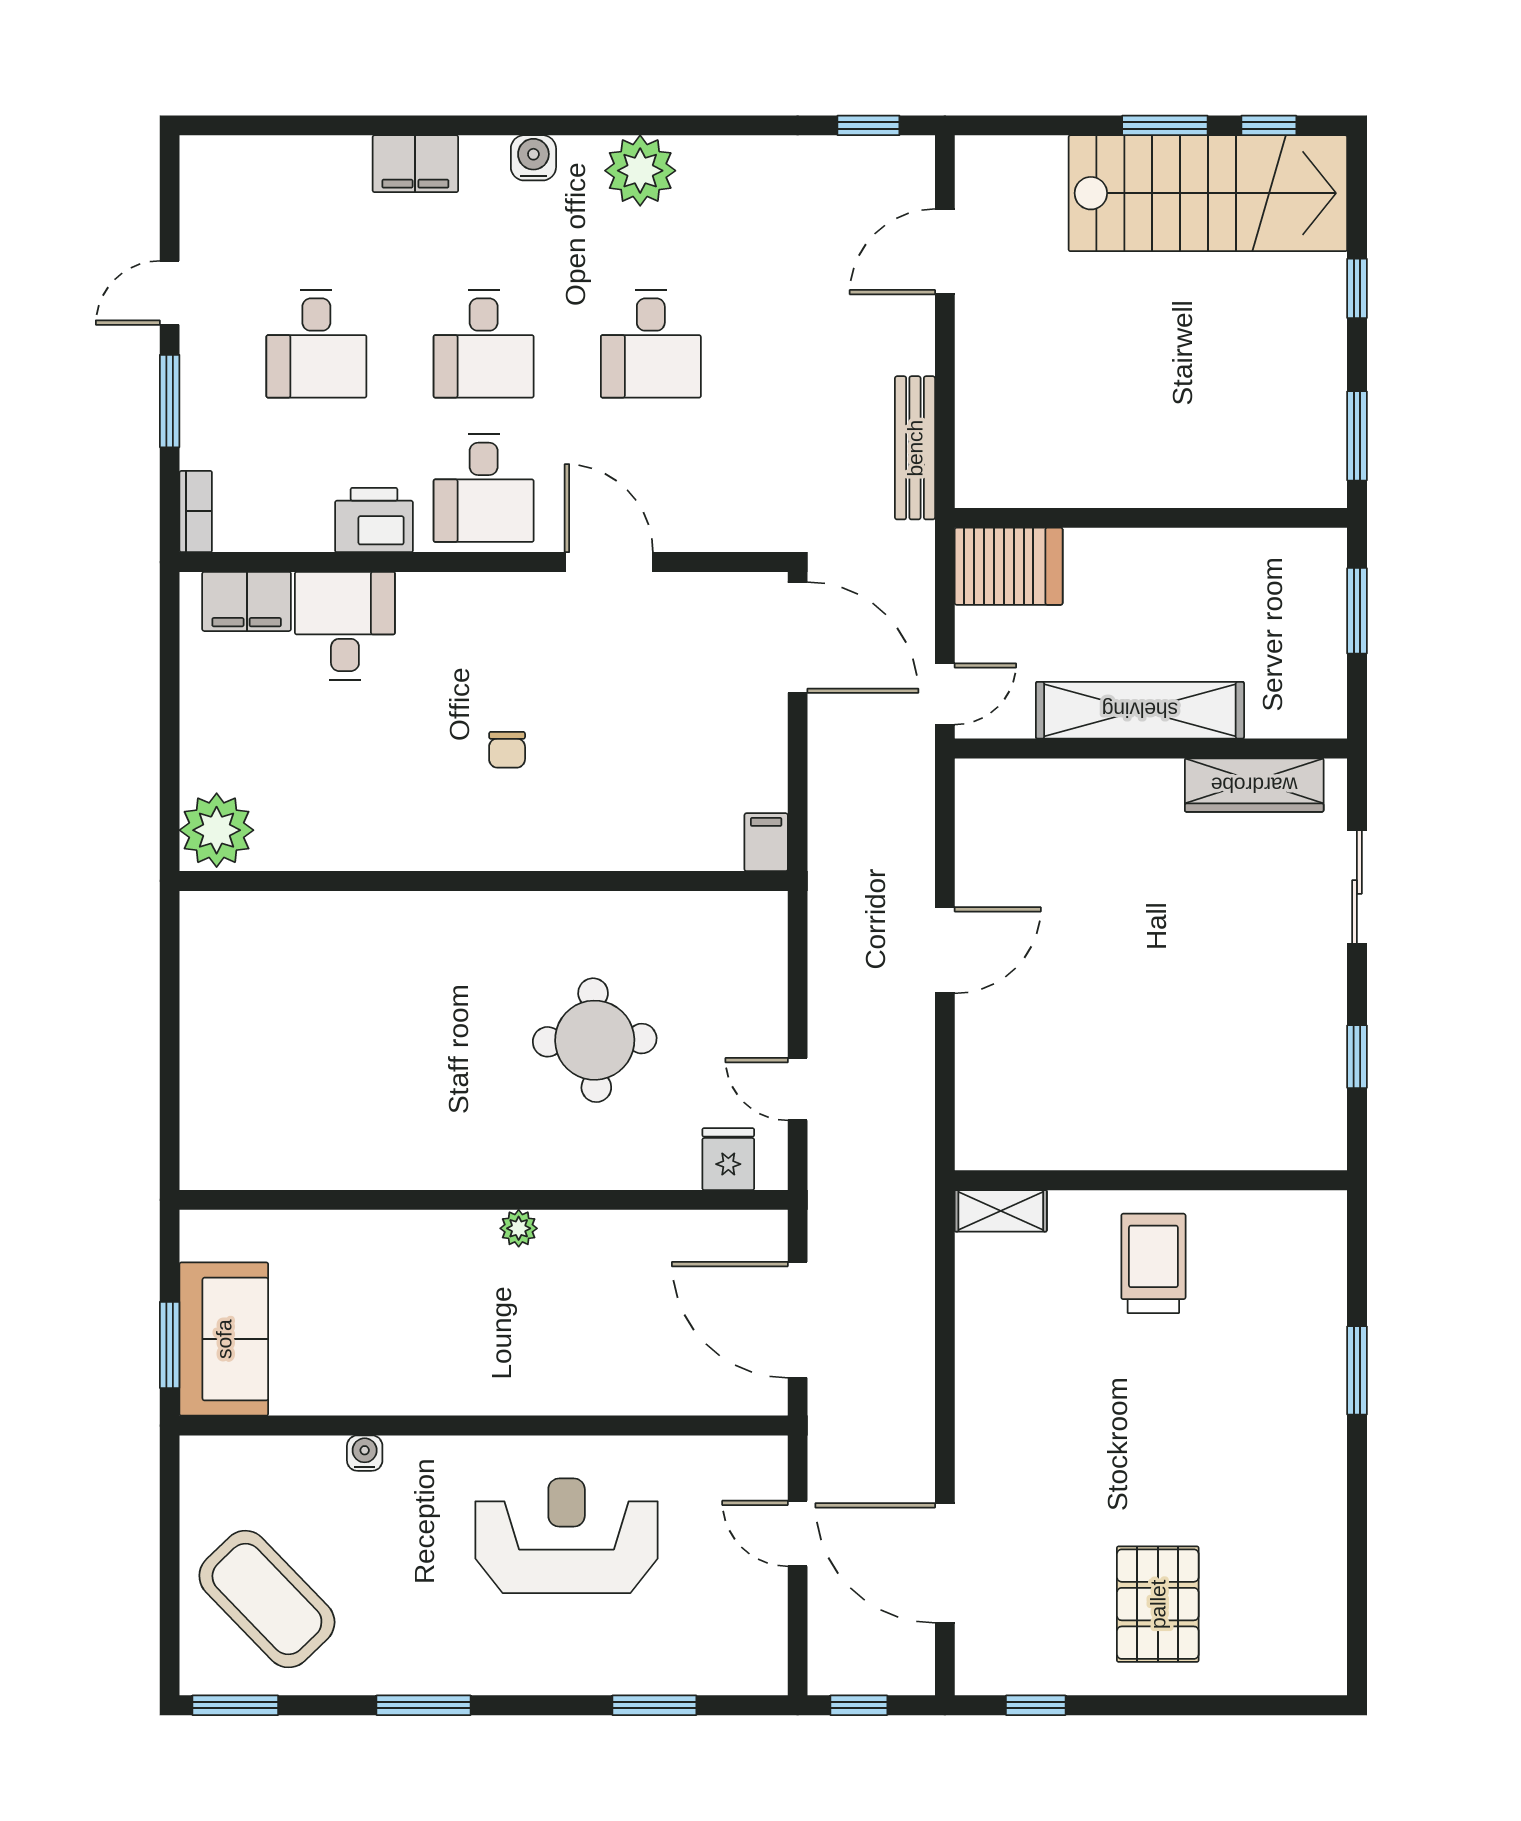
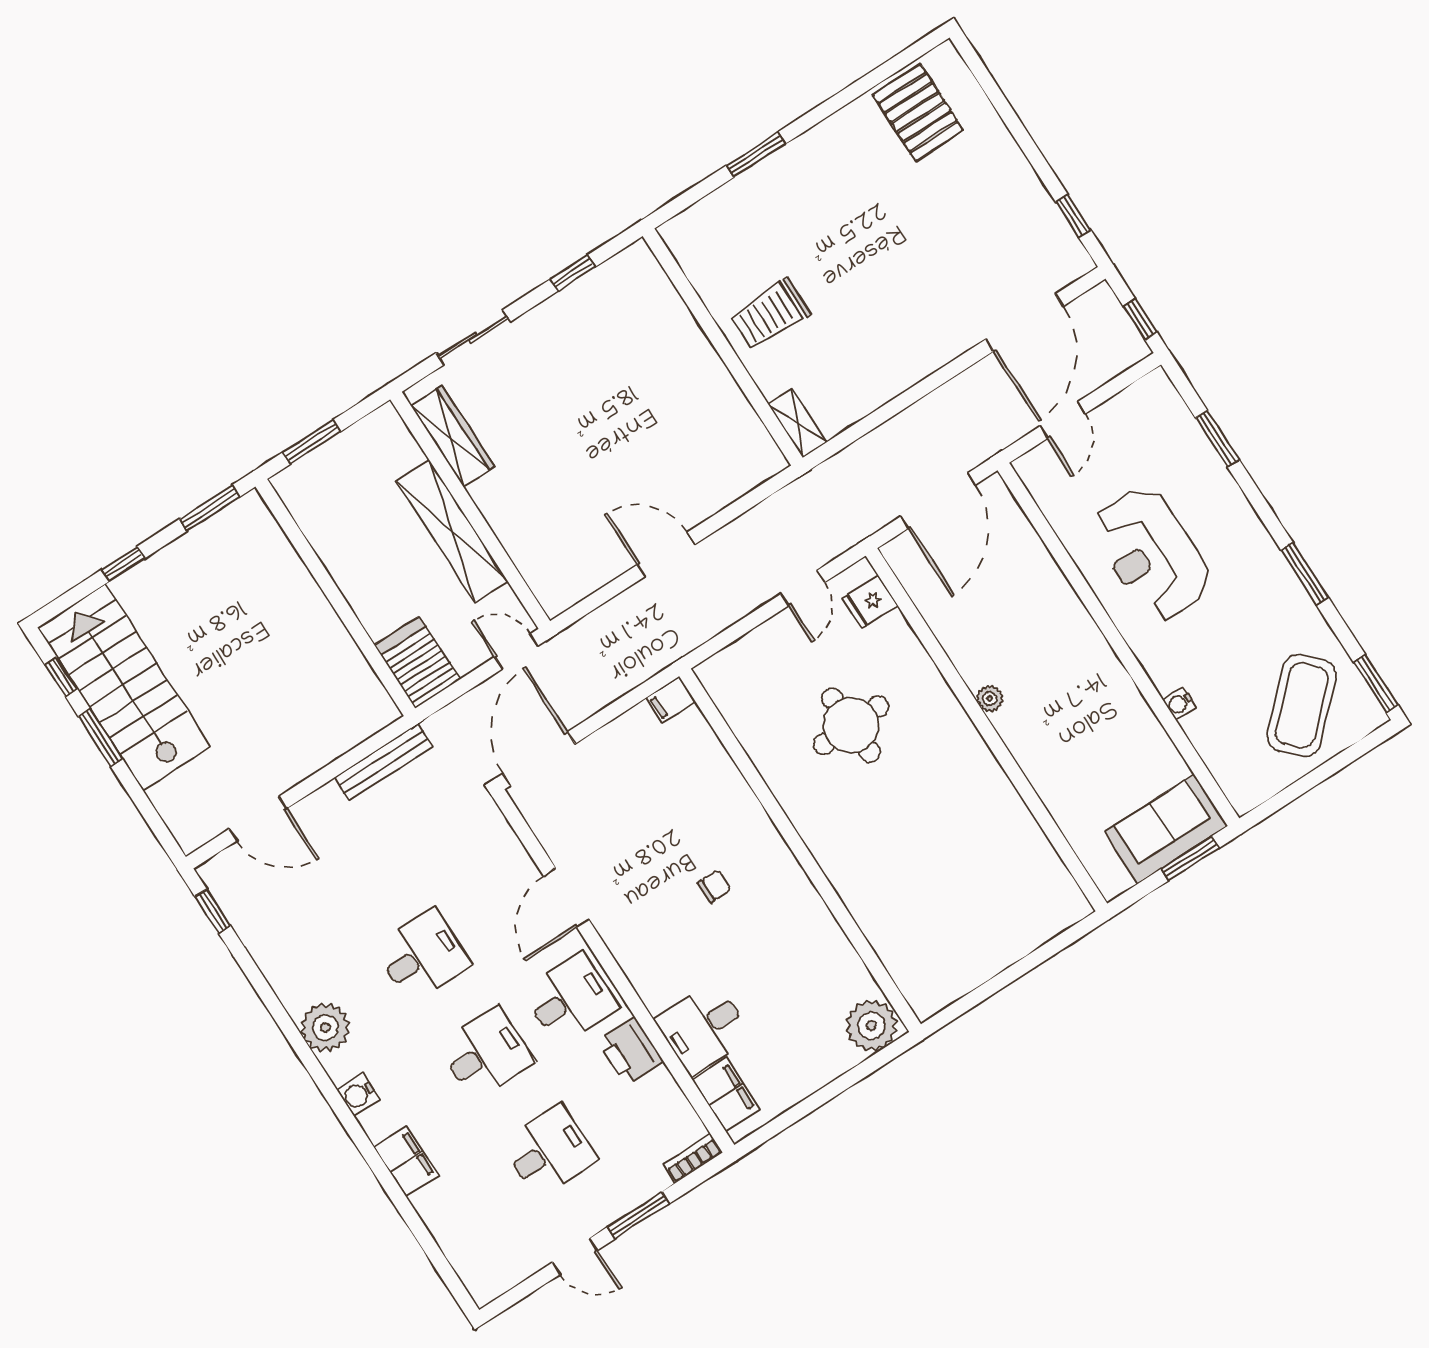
pallet: (1158, 1604) -> (918, 112), moved, turned 90

